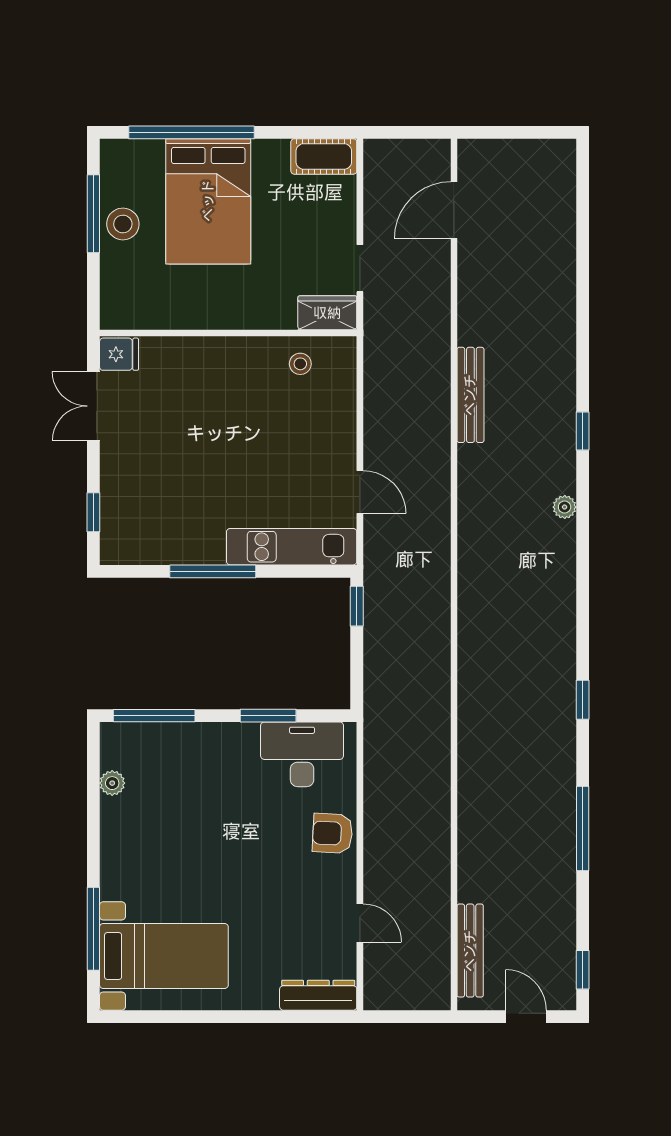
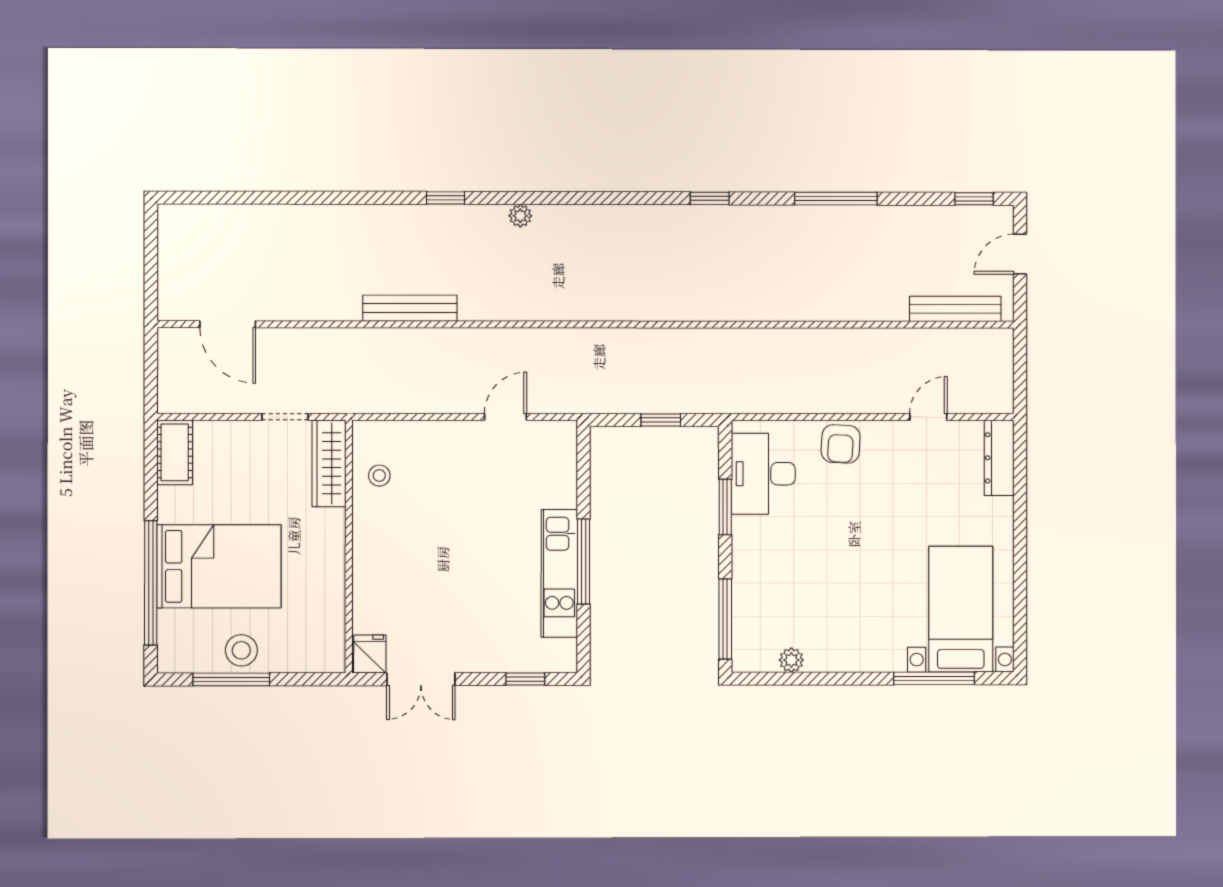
wardrobe: (327, 313) -> (329, 463), width x1.50
kitchen unit: (292, 547) -> (559, 573), moved
window: (357, 606) -> (661, 420), moved

